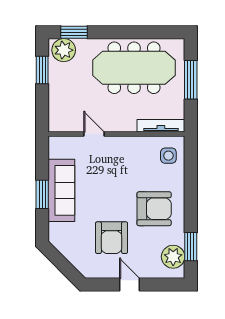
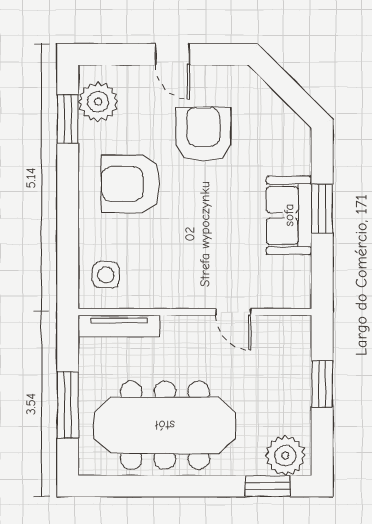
window: (42, 70) -> (322, 384), moved
sofa: (61, 190) -> (289, 215), width x0.73

